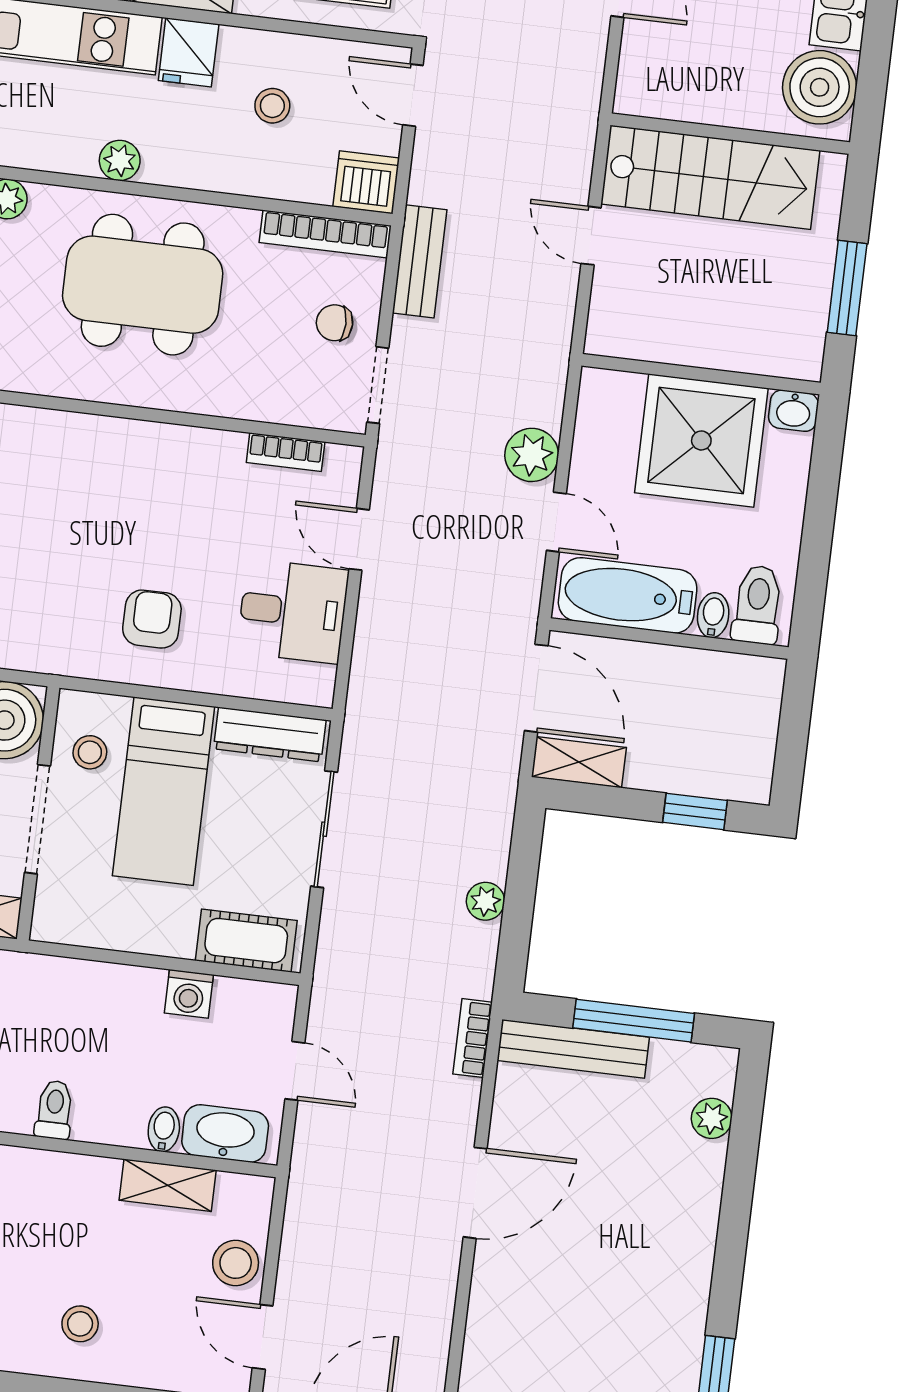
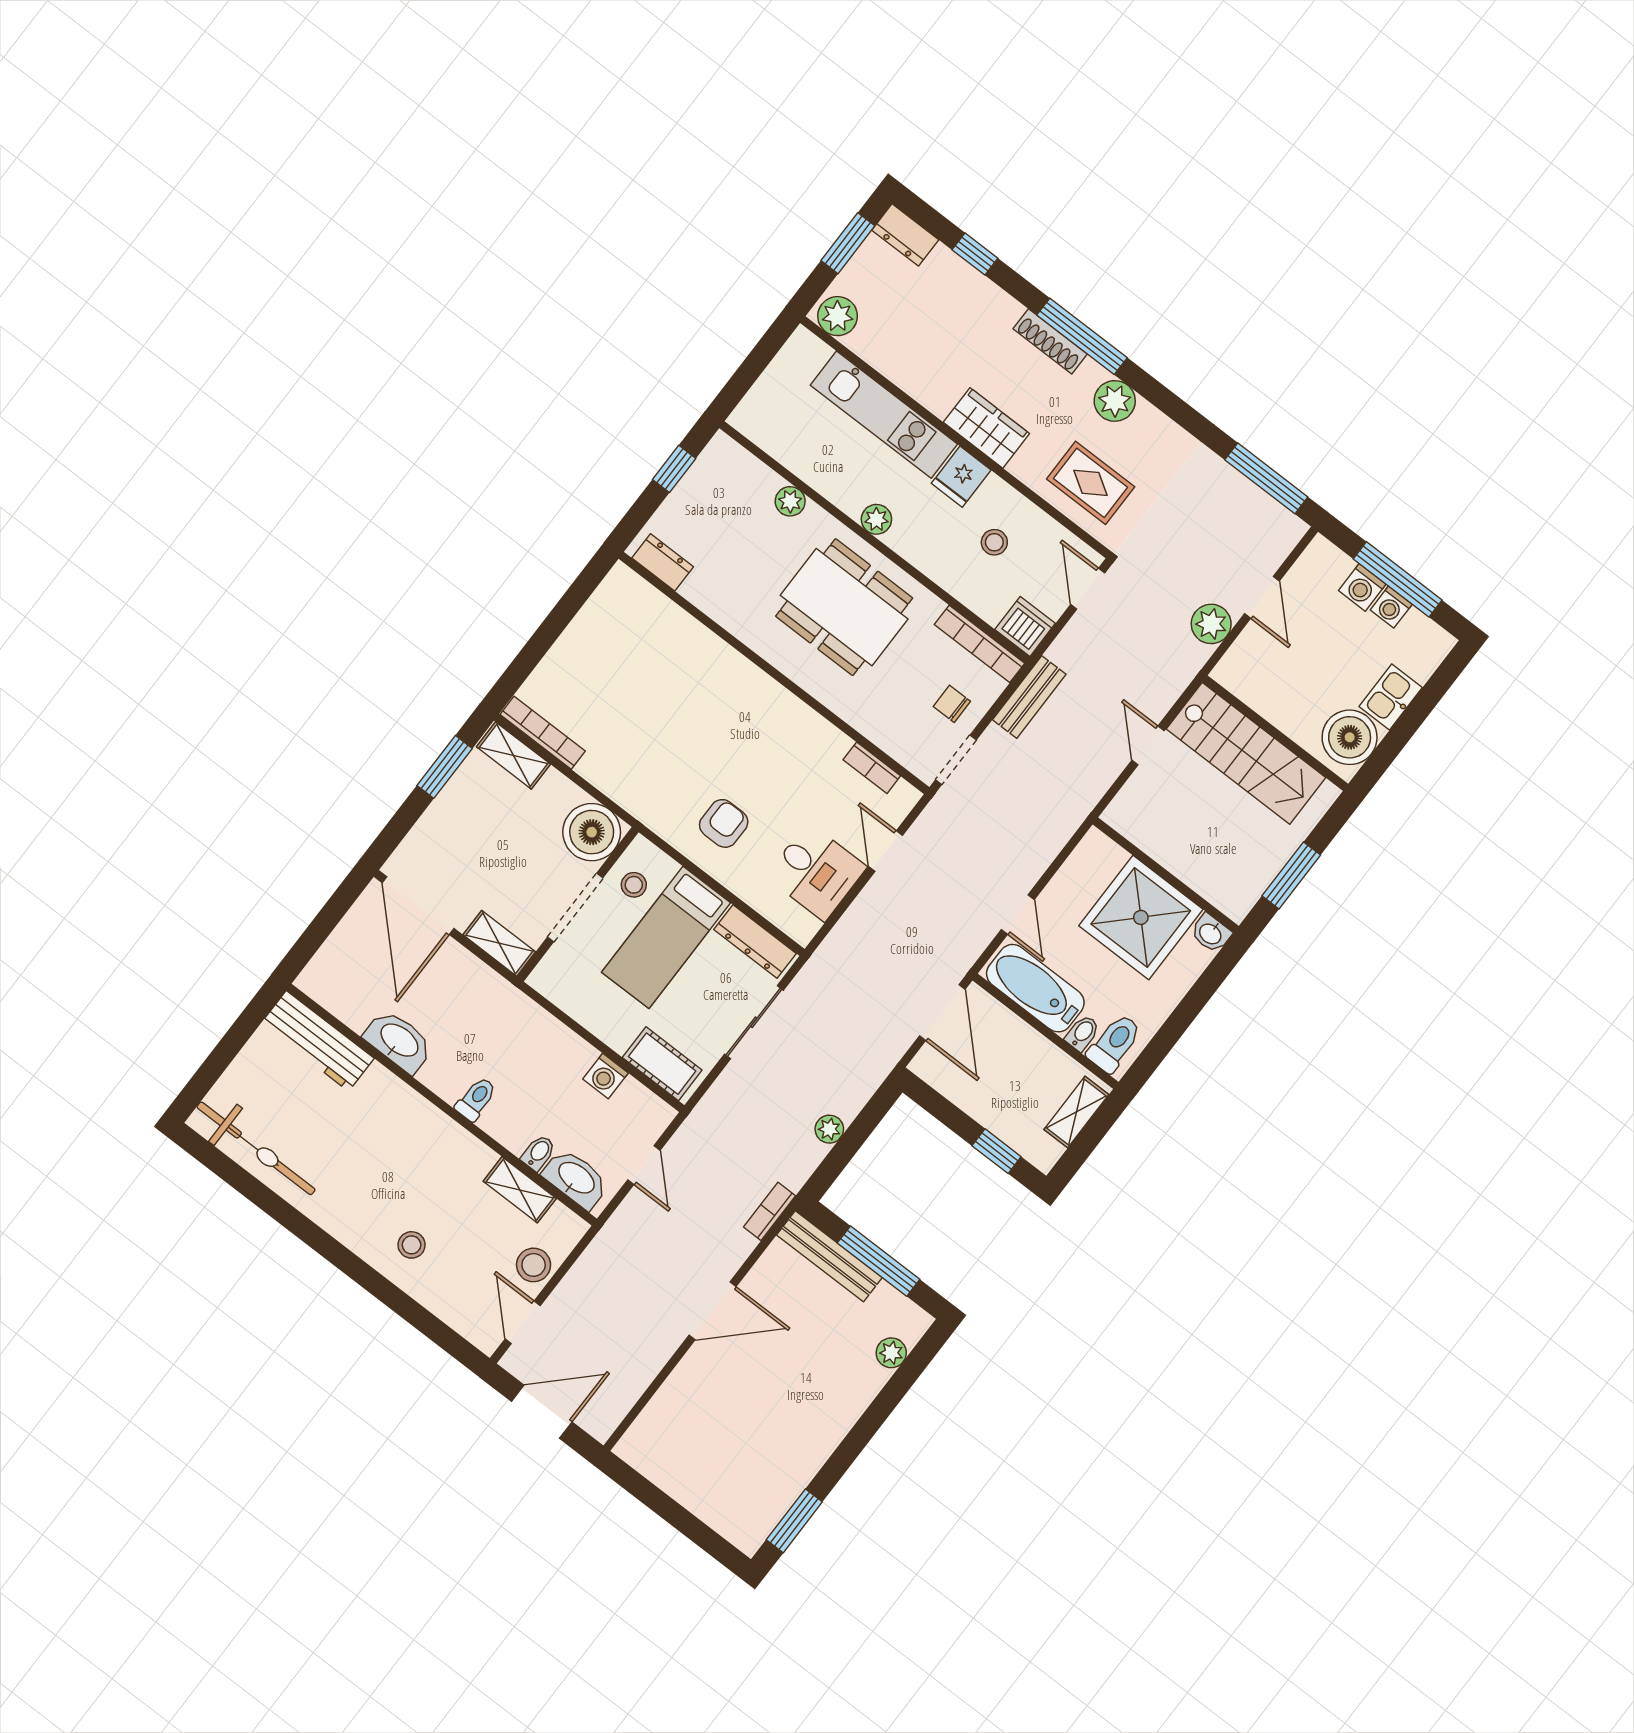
plant: (532, 455) -> (1211, 624), moved
shelving: (579, 762) -> (1076, 1112), moved, turned 90

